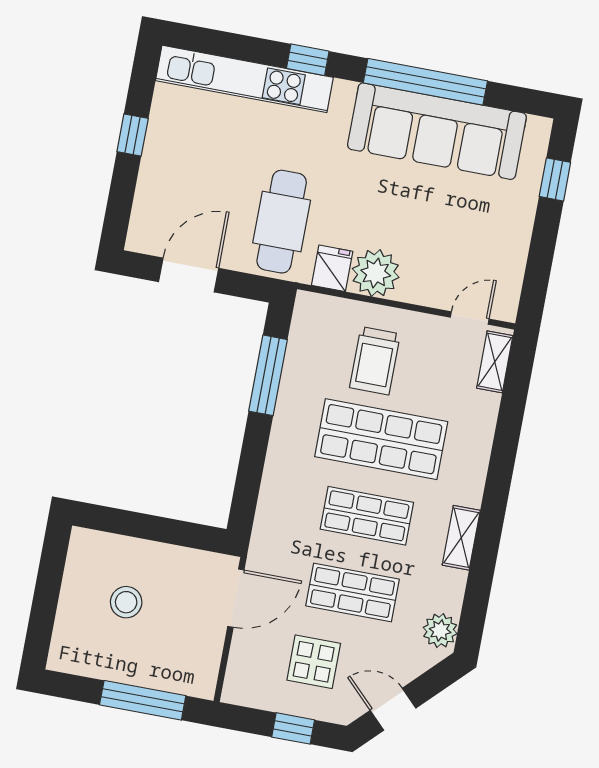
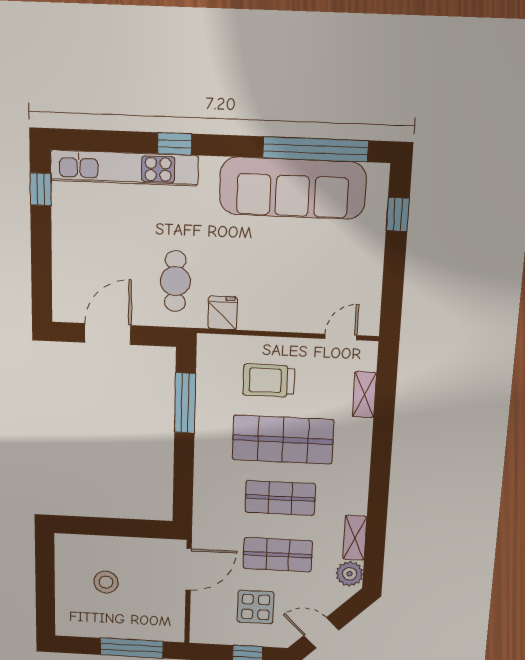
window: (425, 82) -> (315, 149), moved
window: (133, 135) -> (41, 189), moved
cafe table: (282, 222) -> (175, 281), width x0.73, depth x0.74
plant: (376, 273) -> (259, 312), removed
trolley: (375, 361) -> (269, 381), turned 90
shelving: (495, 362) -> (364, 395), moved
shelving: (461, 538) -> (355, 538), moved

